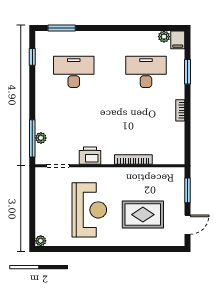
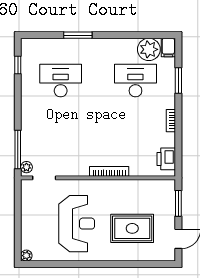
window: (62, 28) -> (78, 35), moved
plant: (164, 37) -> (149, 49), width x1.87, depth x1.87
plant: (41, 138) -> (26, 167), moved
printer: (90, 156) -> (166, 159), moved, turned -90
bookcase: (133, 160) -> (109, 171), moved

